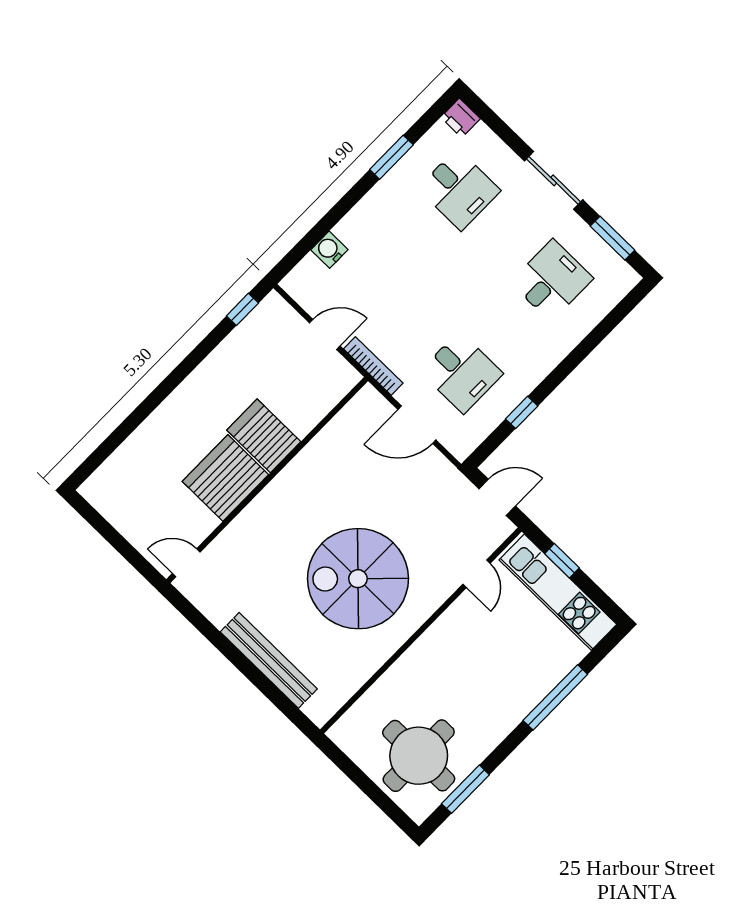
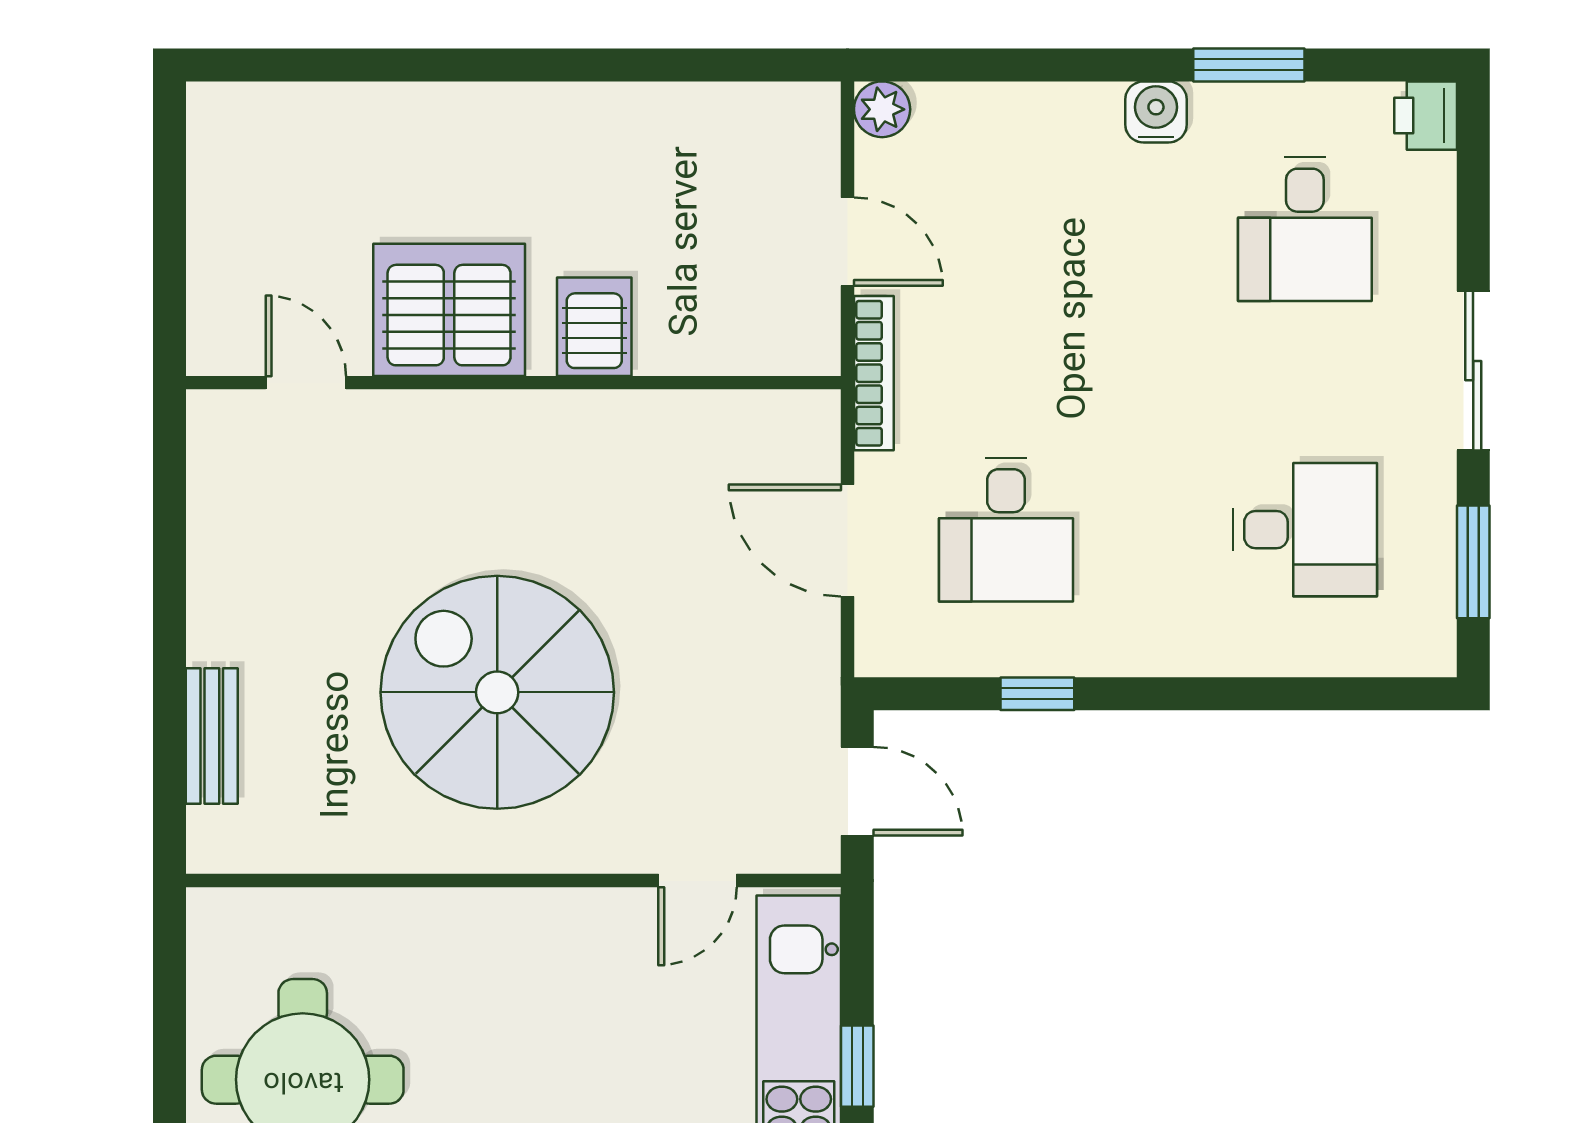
water cooler: (329, 250) -> (1156, 112), moved
plant: (294, 284) -> (882, 109), added
window: (242, 309) -> (756, 65), removed
server rack: (264, 436) -> (594, 327), width x0.73, depth x0.70
window: (562, 561) -> (857, 1066), moved
door: (186, 563) -> (306, 383), moved
bench: (269, 660) -> (212, 736), width x0.54, depth x0.82

